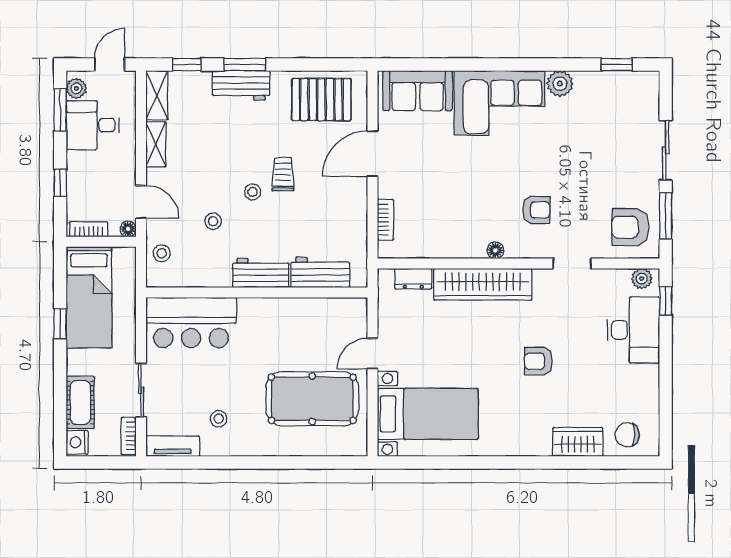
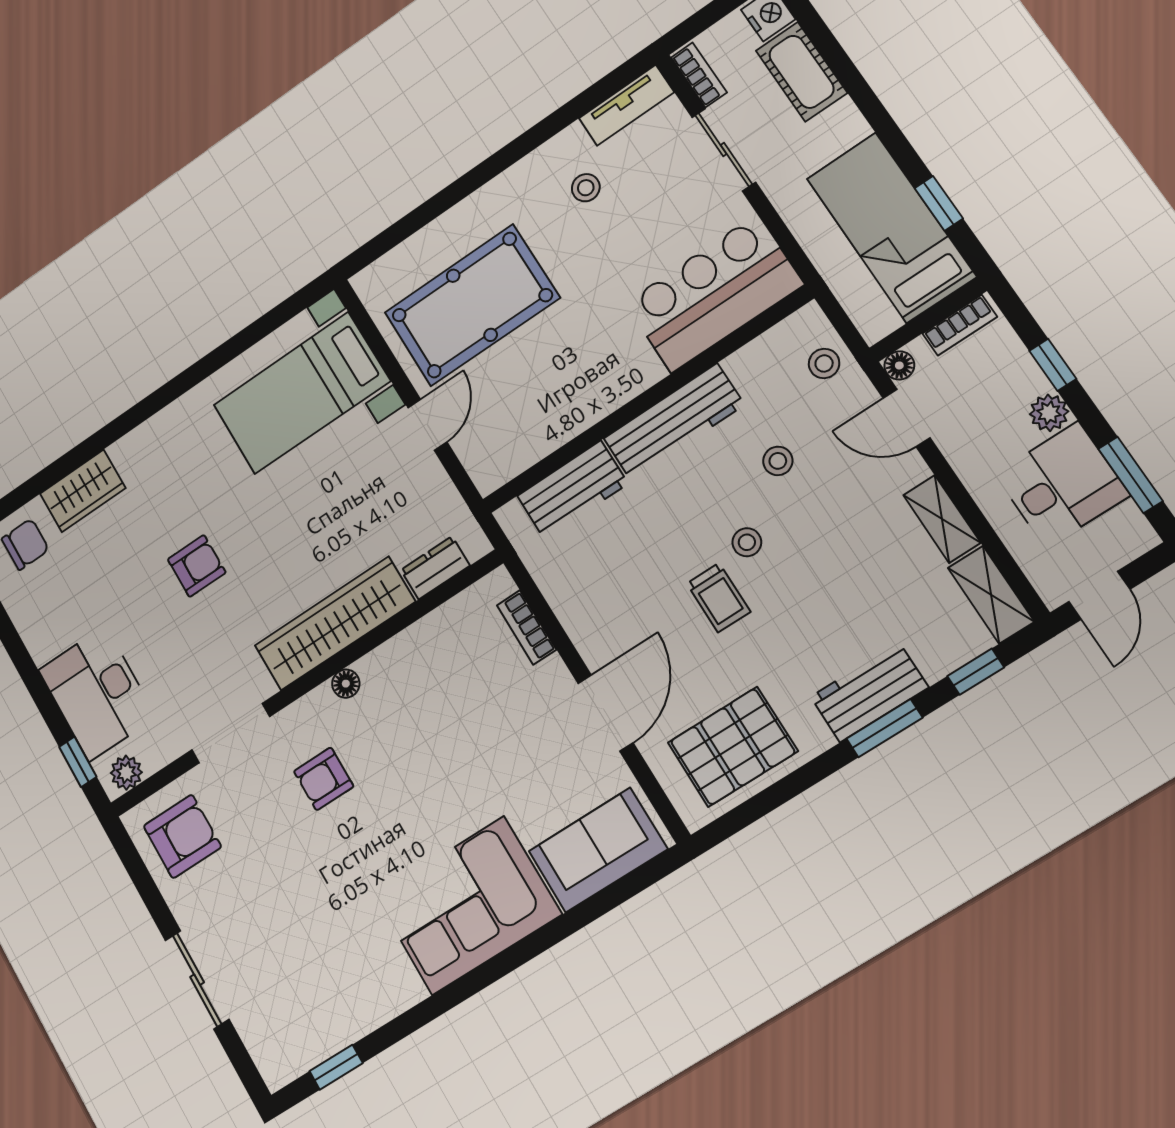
plant: (560, 84) -> (399, 988), removed
plant: (76, 88) -> (1049, 413), moved
window: (666, 216) -> (144, 883), removed
doorway: (572, 264) -> (231, 733), width x1.38
workbench: (261, 273) -> (674, 422), width x1.37
window: (60, 324) -> (939, 203), moved

